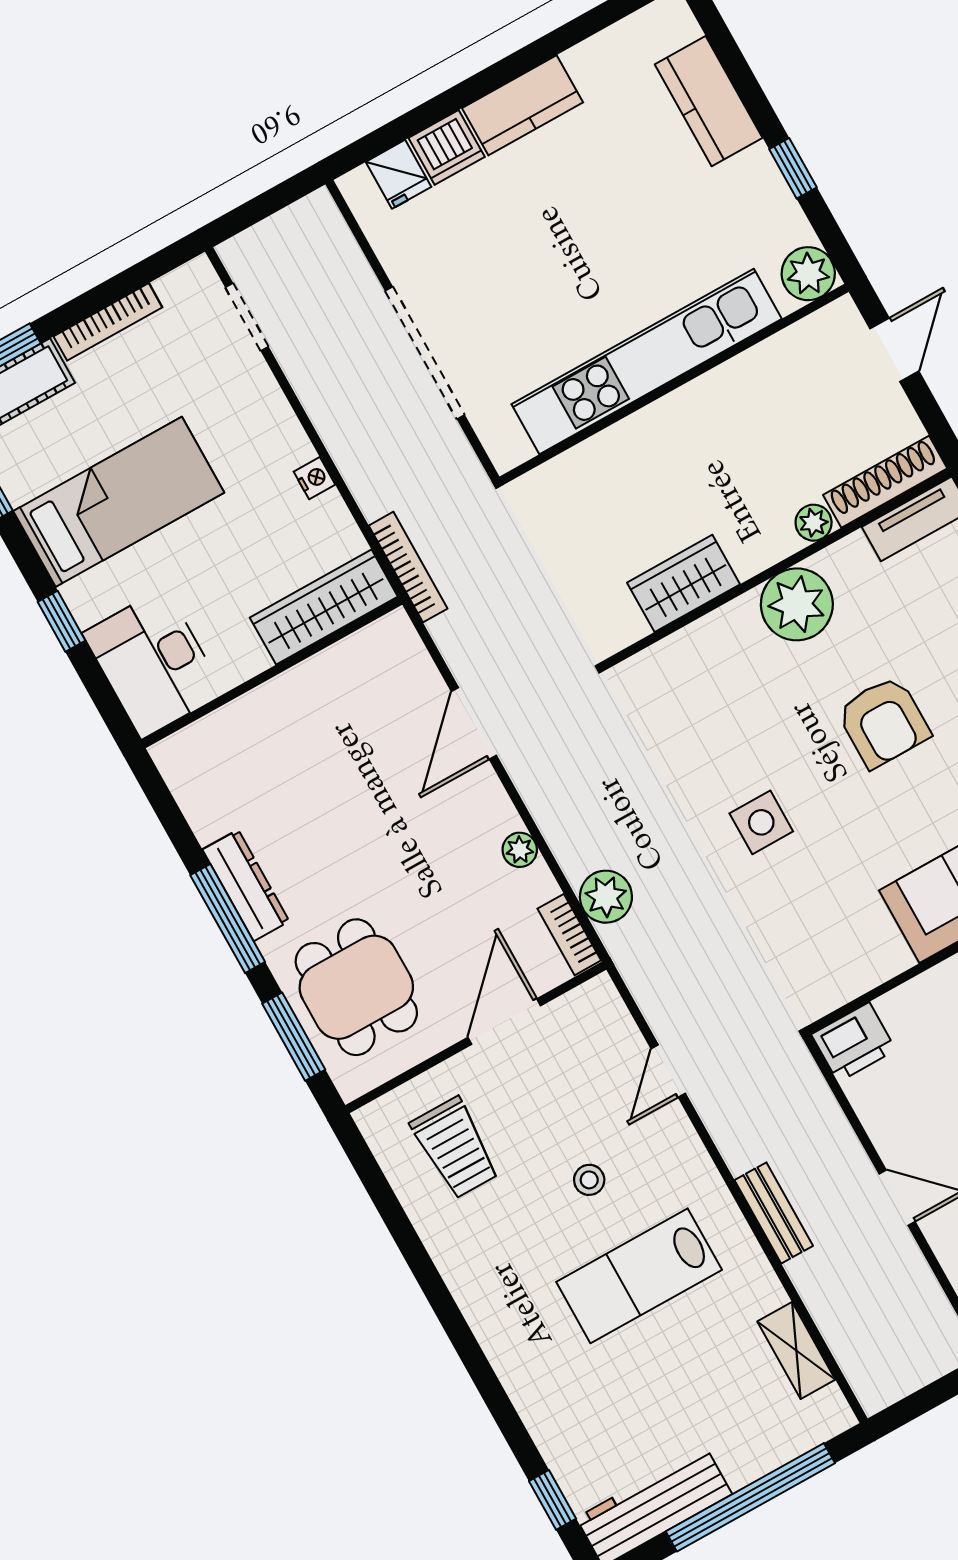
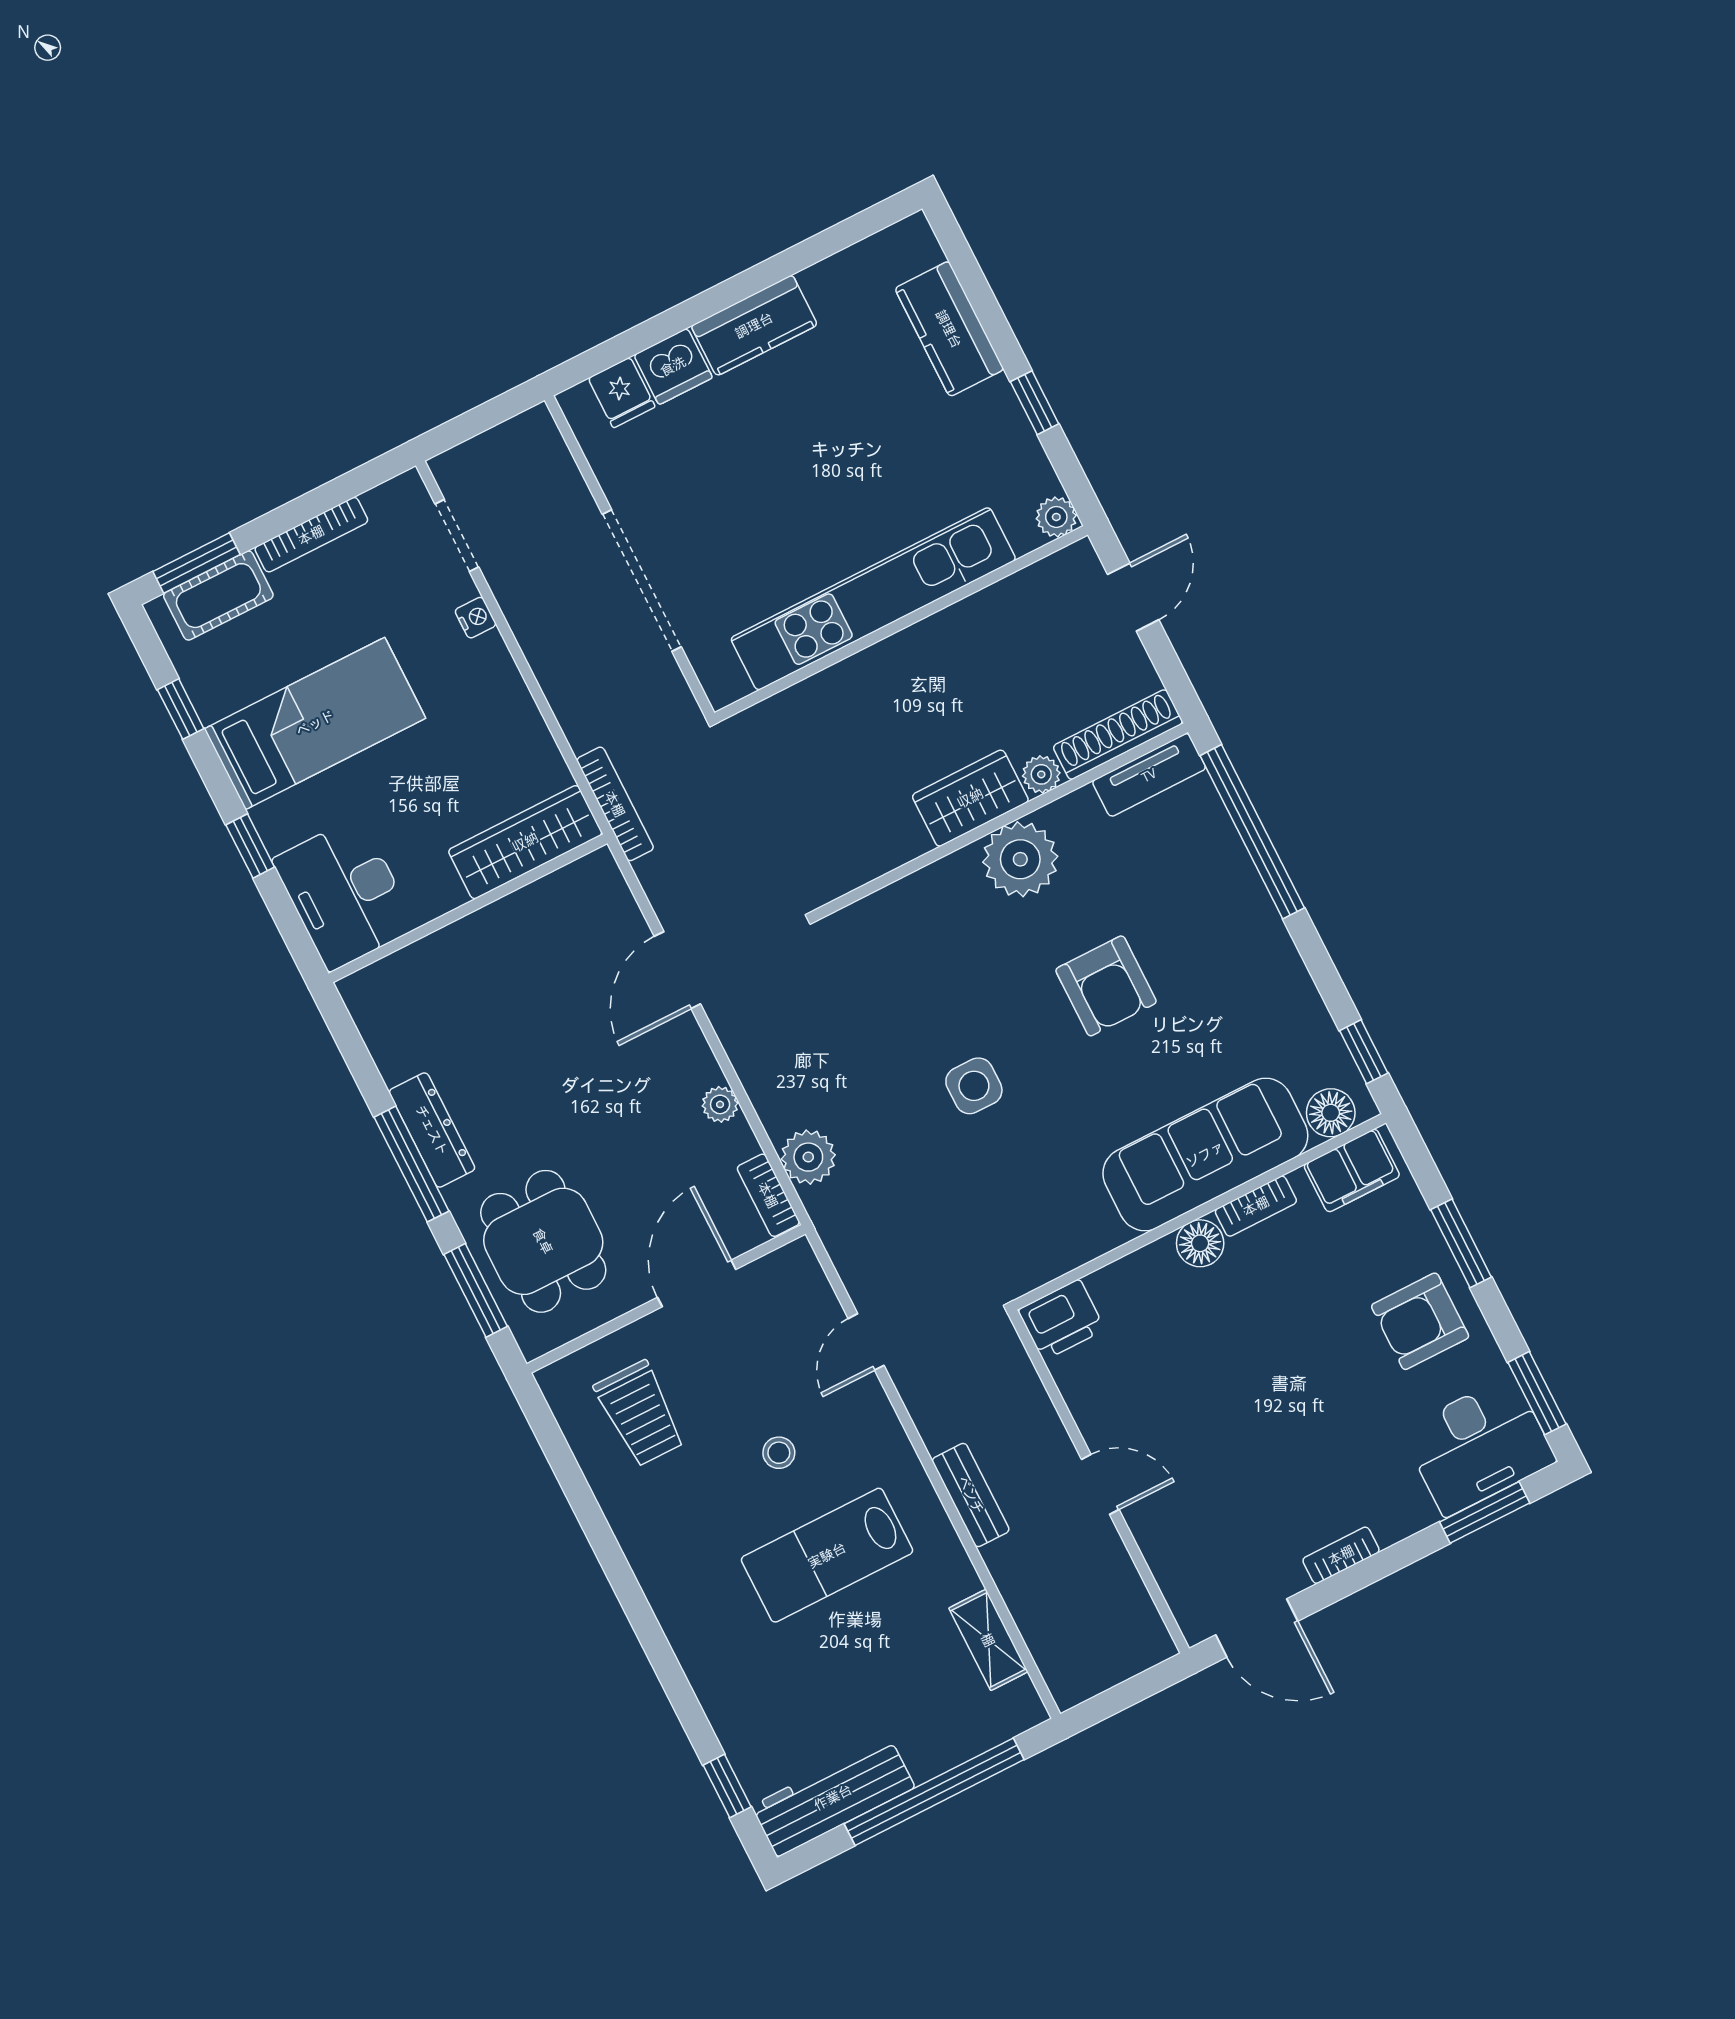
plant: (808, 274) -> (1056, 517), width x0.73, depth x0.73
nightstand: (314, 478) -> (476, 618), moved
wardrobe: (684, 583) -> (970, 798), moved

